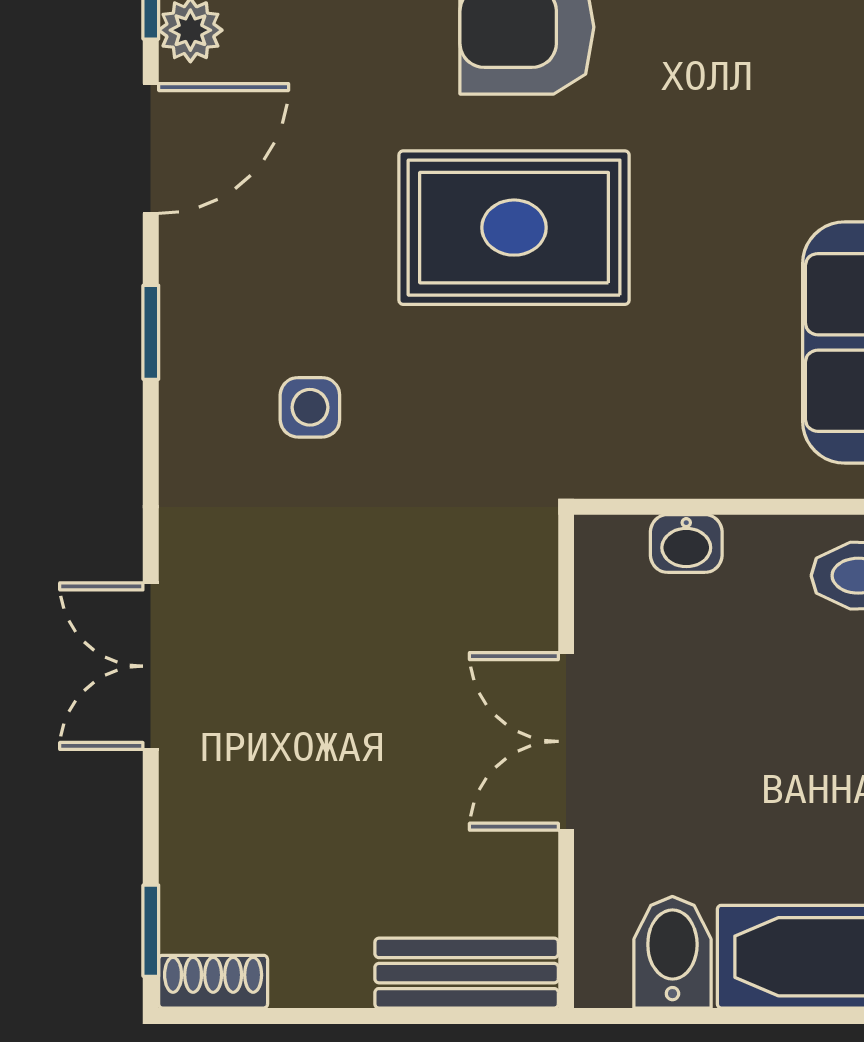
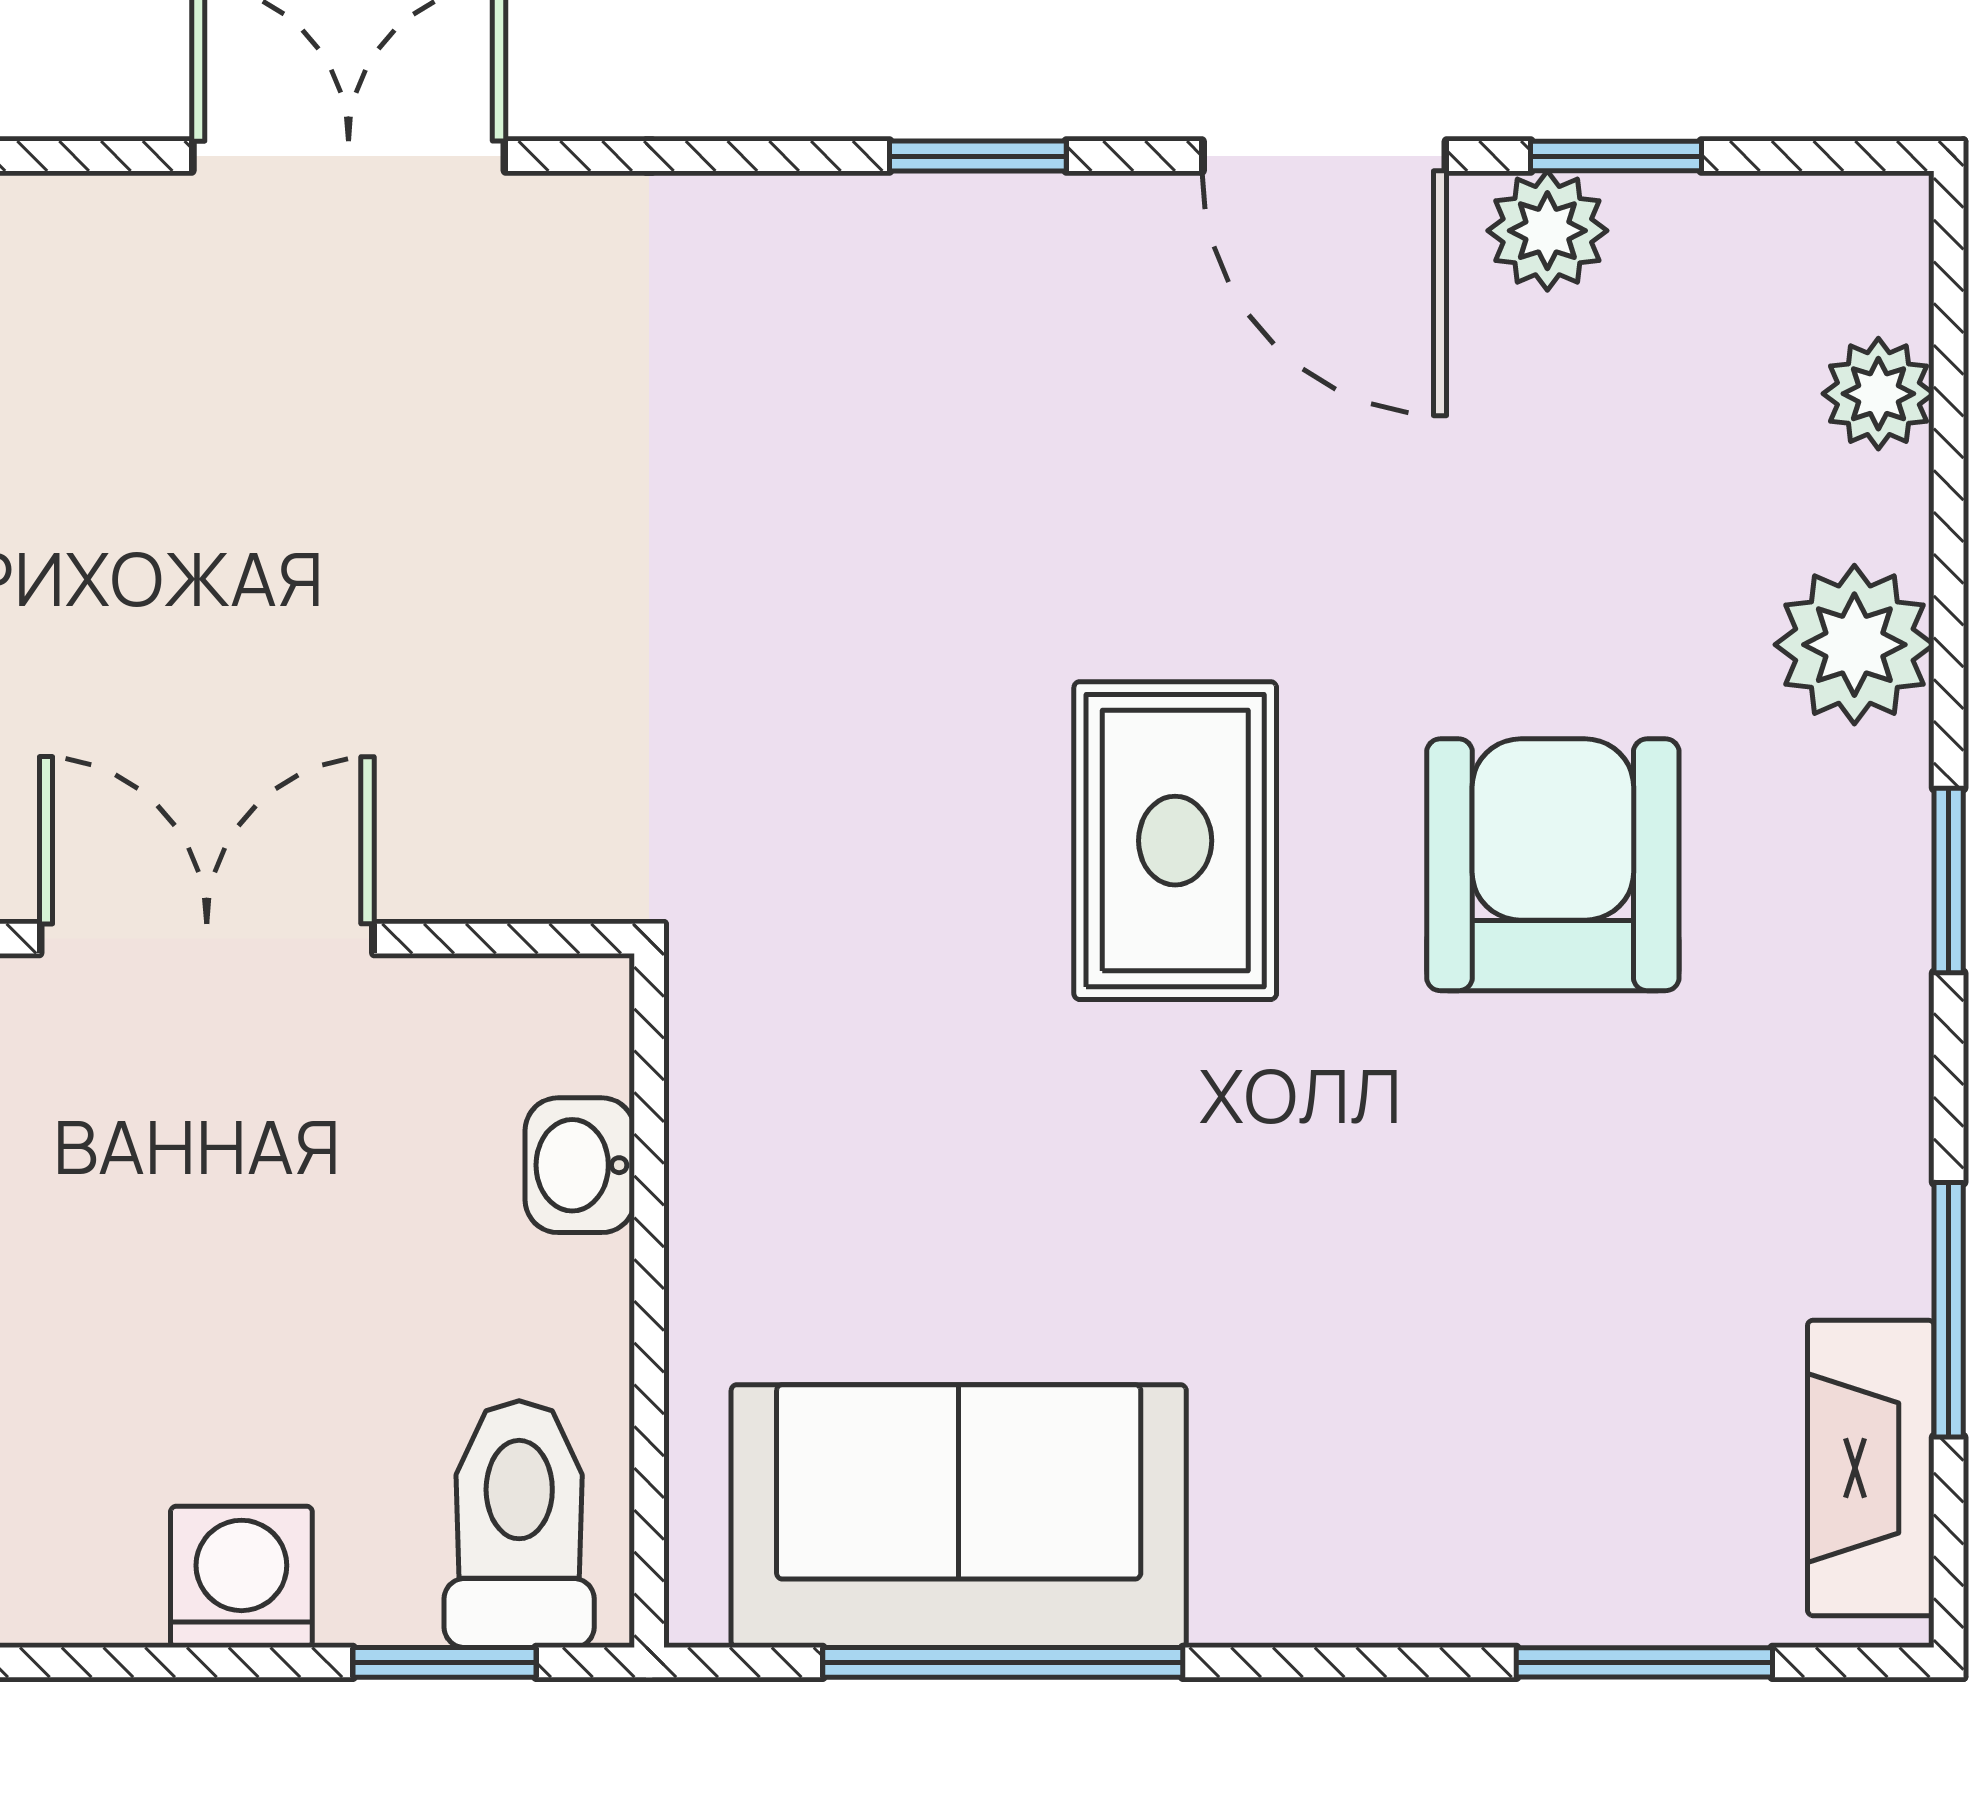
rug: (514, 228) -> (1175, 841), width x0.73, depth x0.70
side table: (310, 407) -> (837, 456), removed

